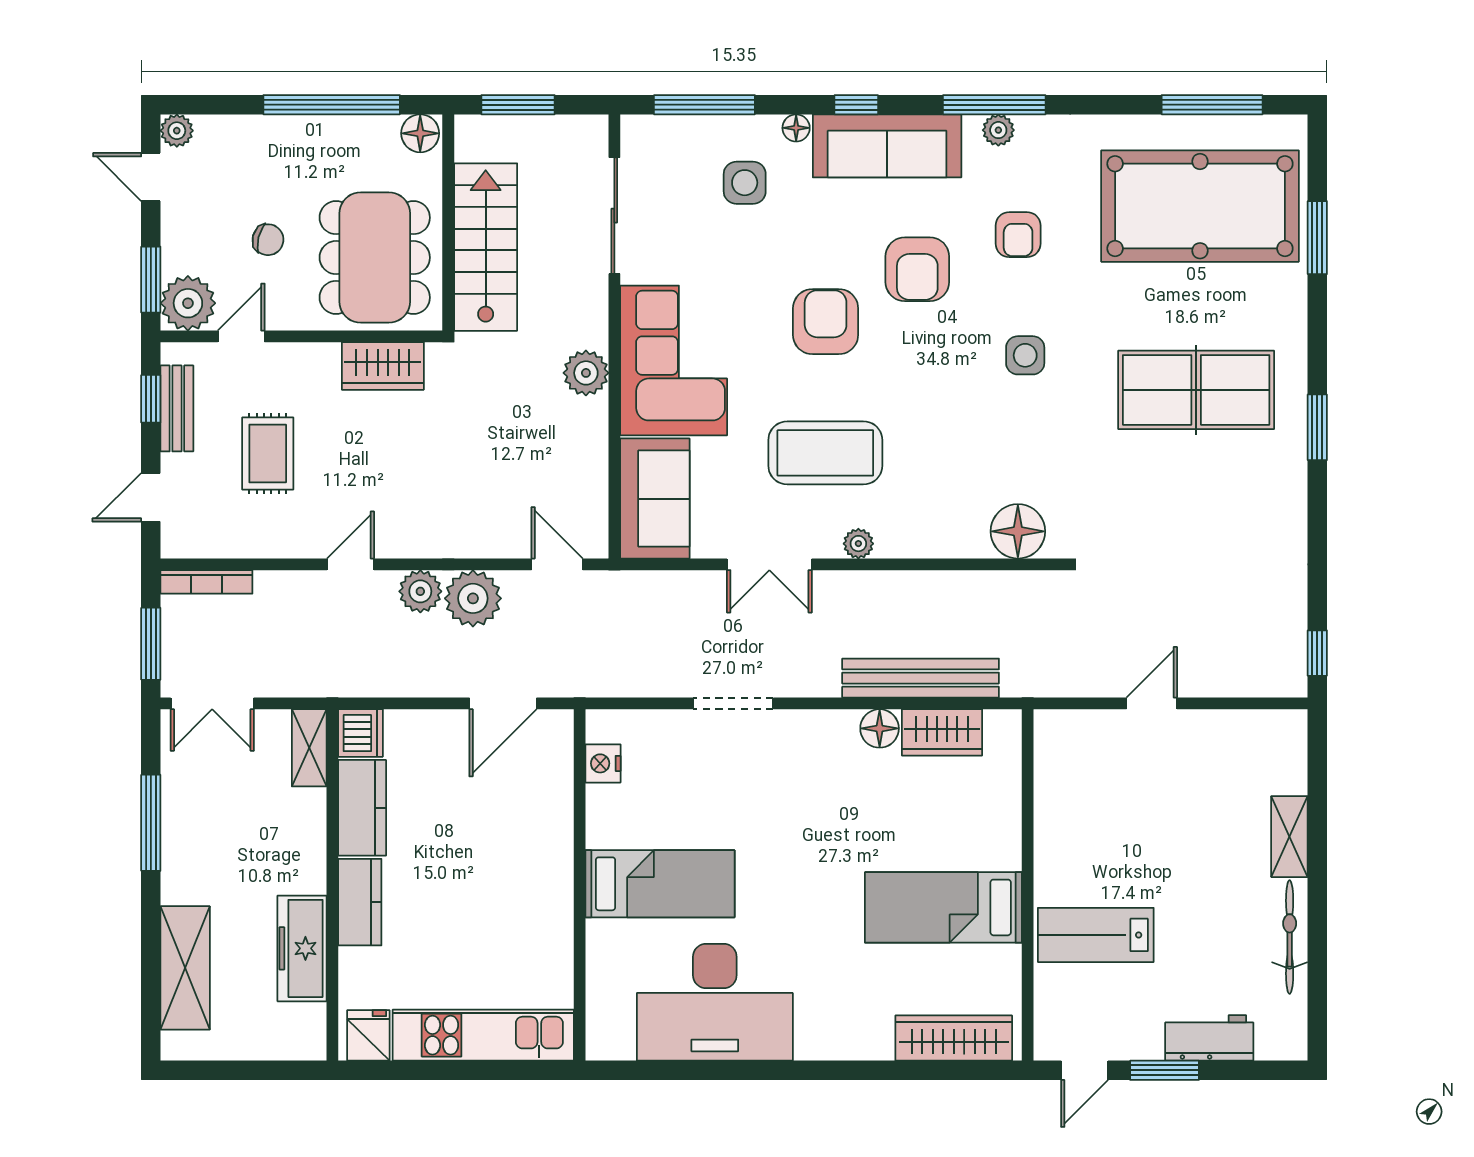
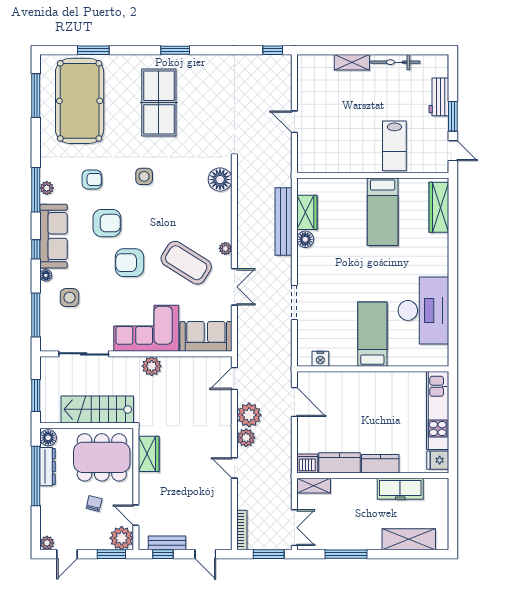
dresser: (354, 132) -> (47, 467), added
coffee table: (825, 453) -> (186, 263), turned -58
rug: (268, 454) -> (186, 504), removed

